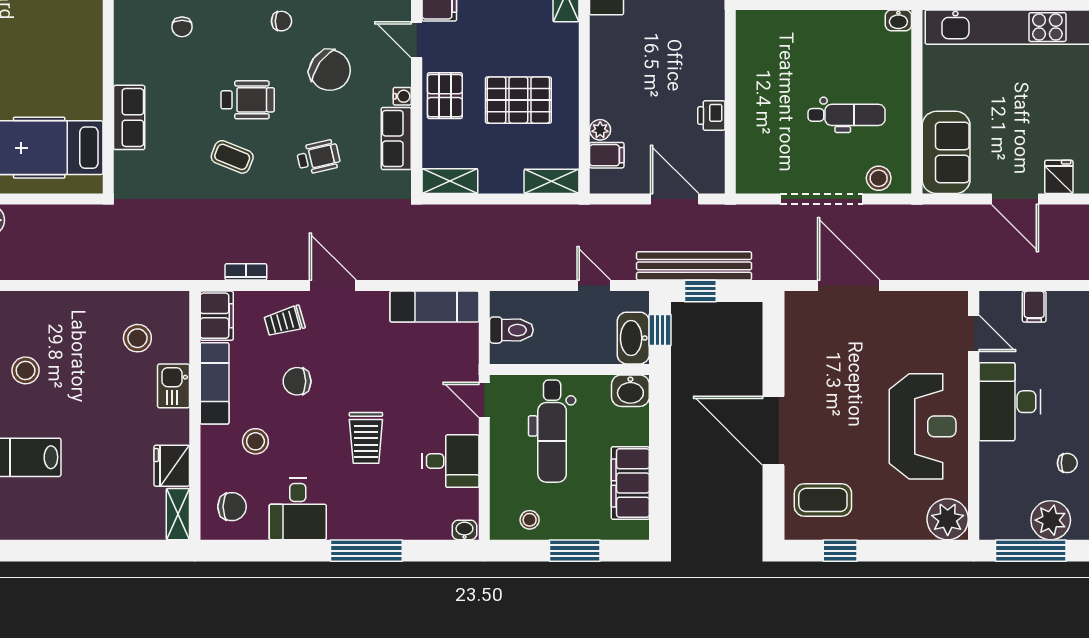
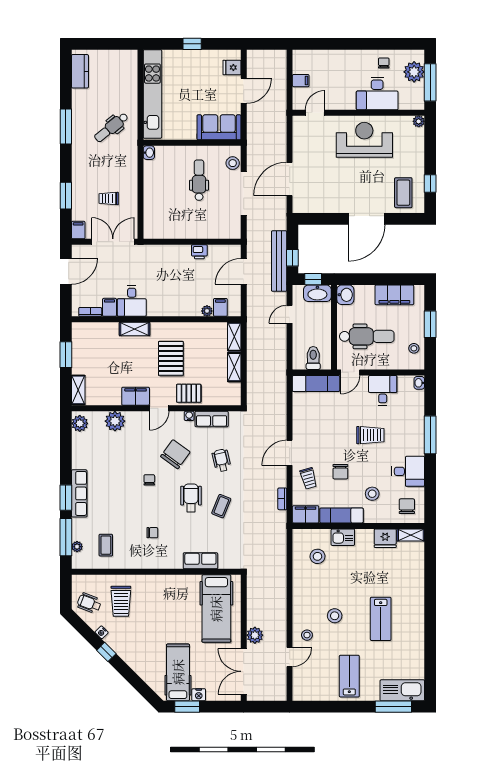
pallet: (518, 100) -> (171, 358), moved
shelving: (450, 181) -> (234, 367), moved
exam couch: (434, 307) -> (316, 383), moved, turned 90
desk: (1010, 402) -> (377, 93), moved
plant: (948, 519) -> (419, 121), width x0.53, depth x0.53

